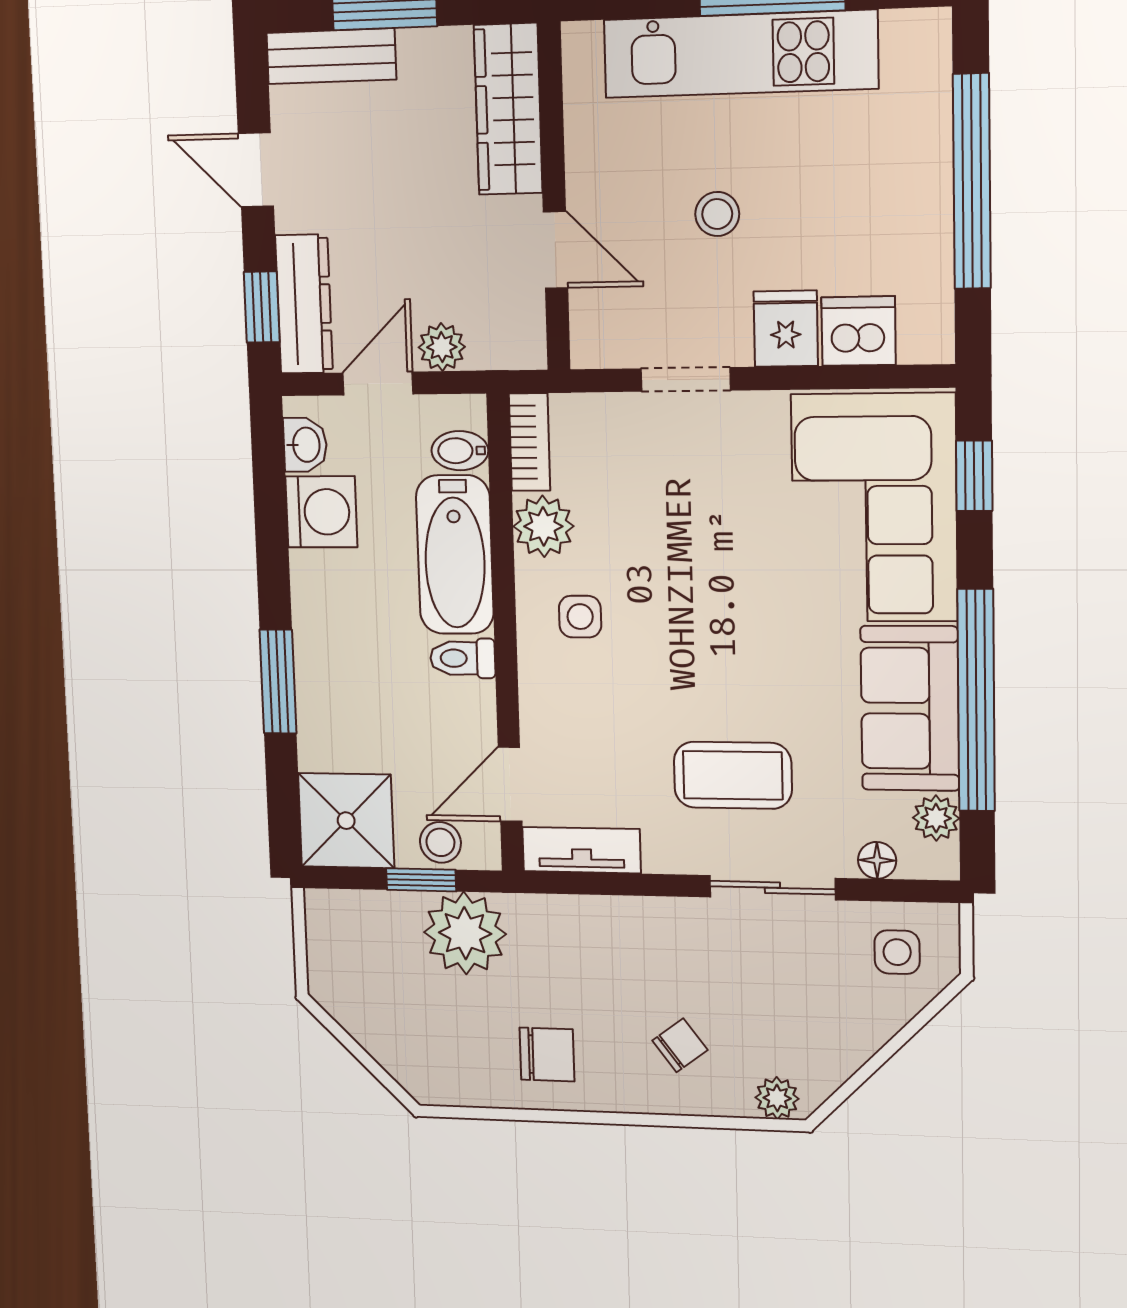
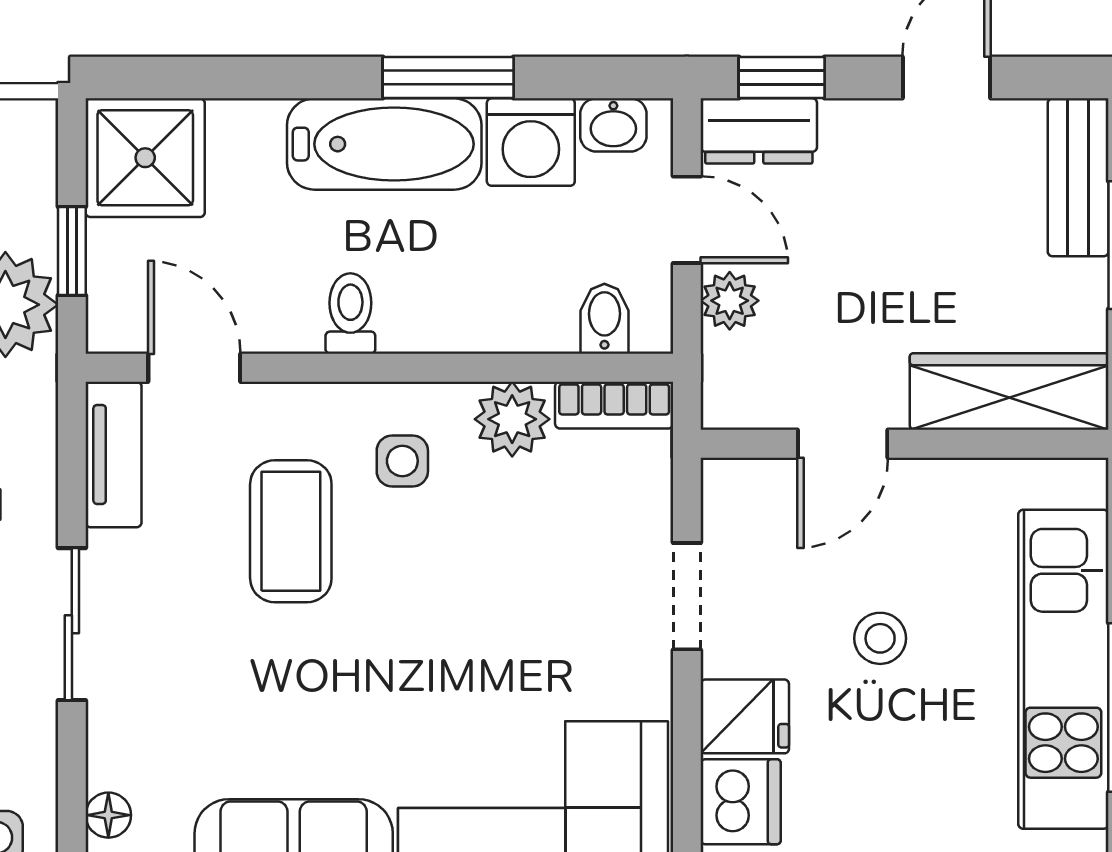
dresser: (304, 304) -> (759, 131), width x0.70
bathtub: (455, 555) -> (384, 144), moved, turned 180
window: (278, 682) -> (448, 77), moved
coffee table: (733, 775) -> (291, 531), moved
stool: (440, 842) -> (120, 277), removed
sliding door: (772, 888) -> (72, 624), moved

